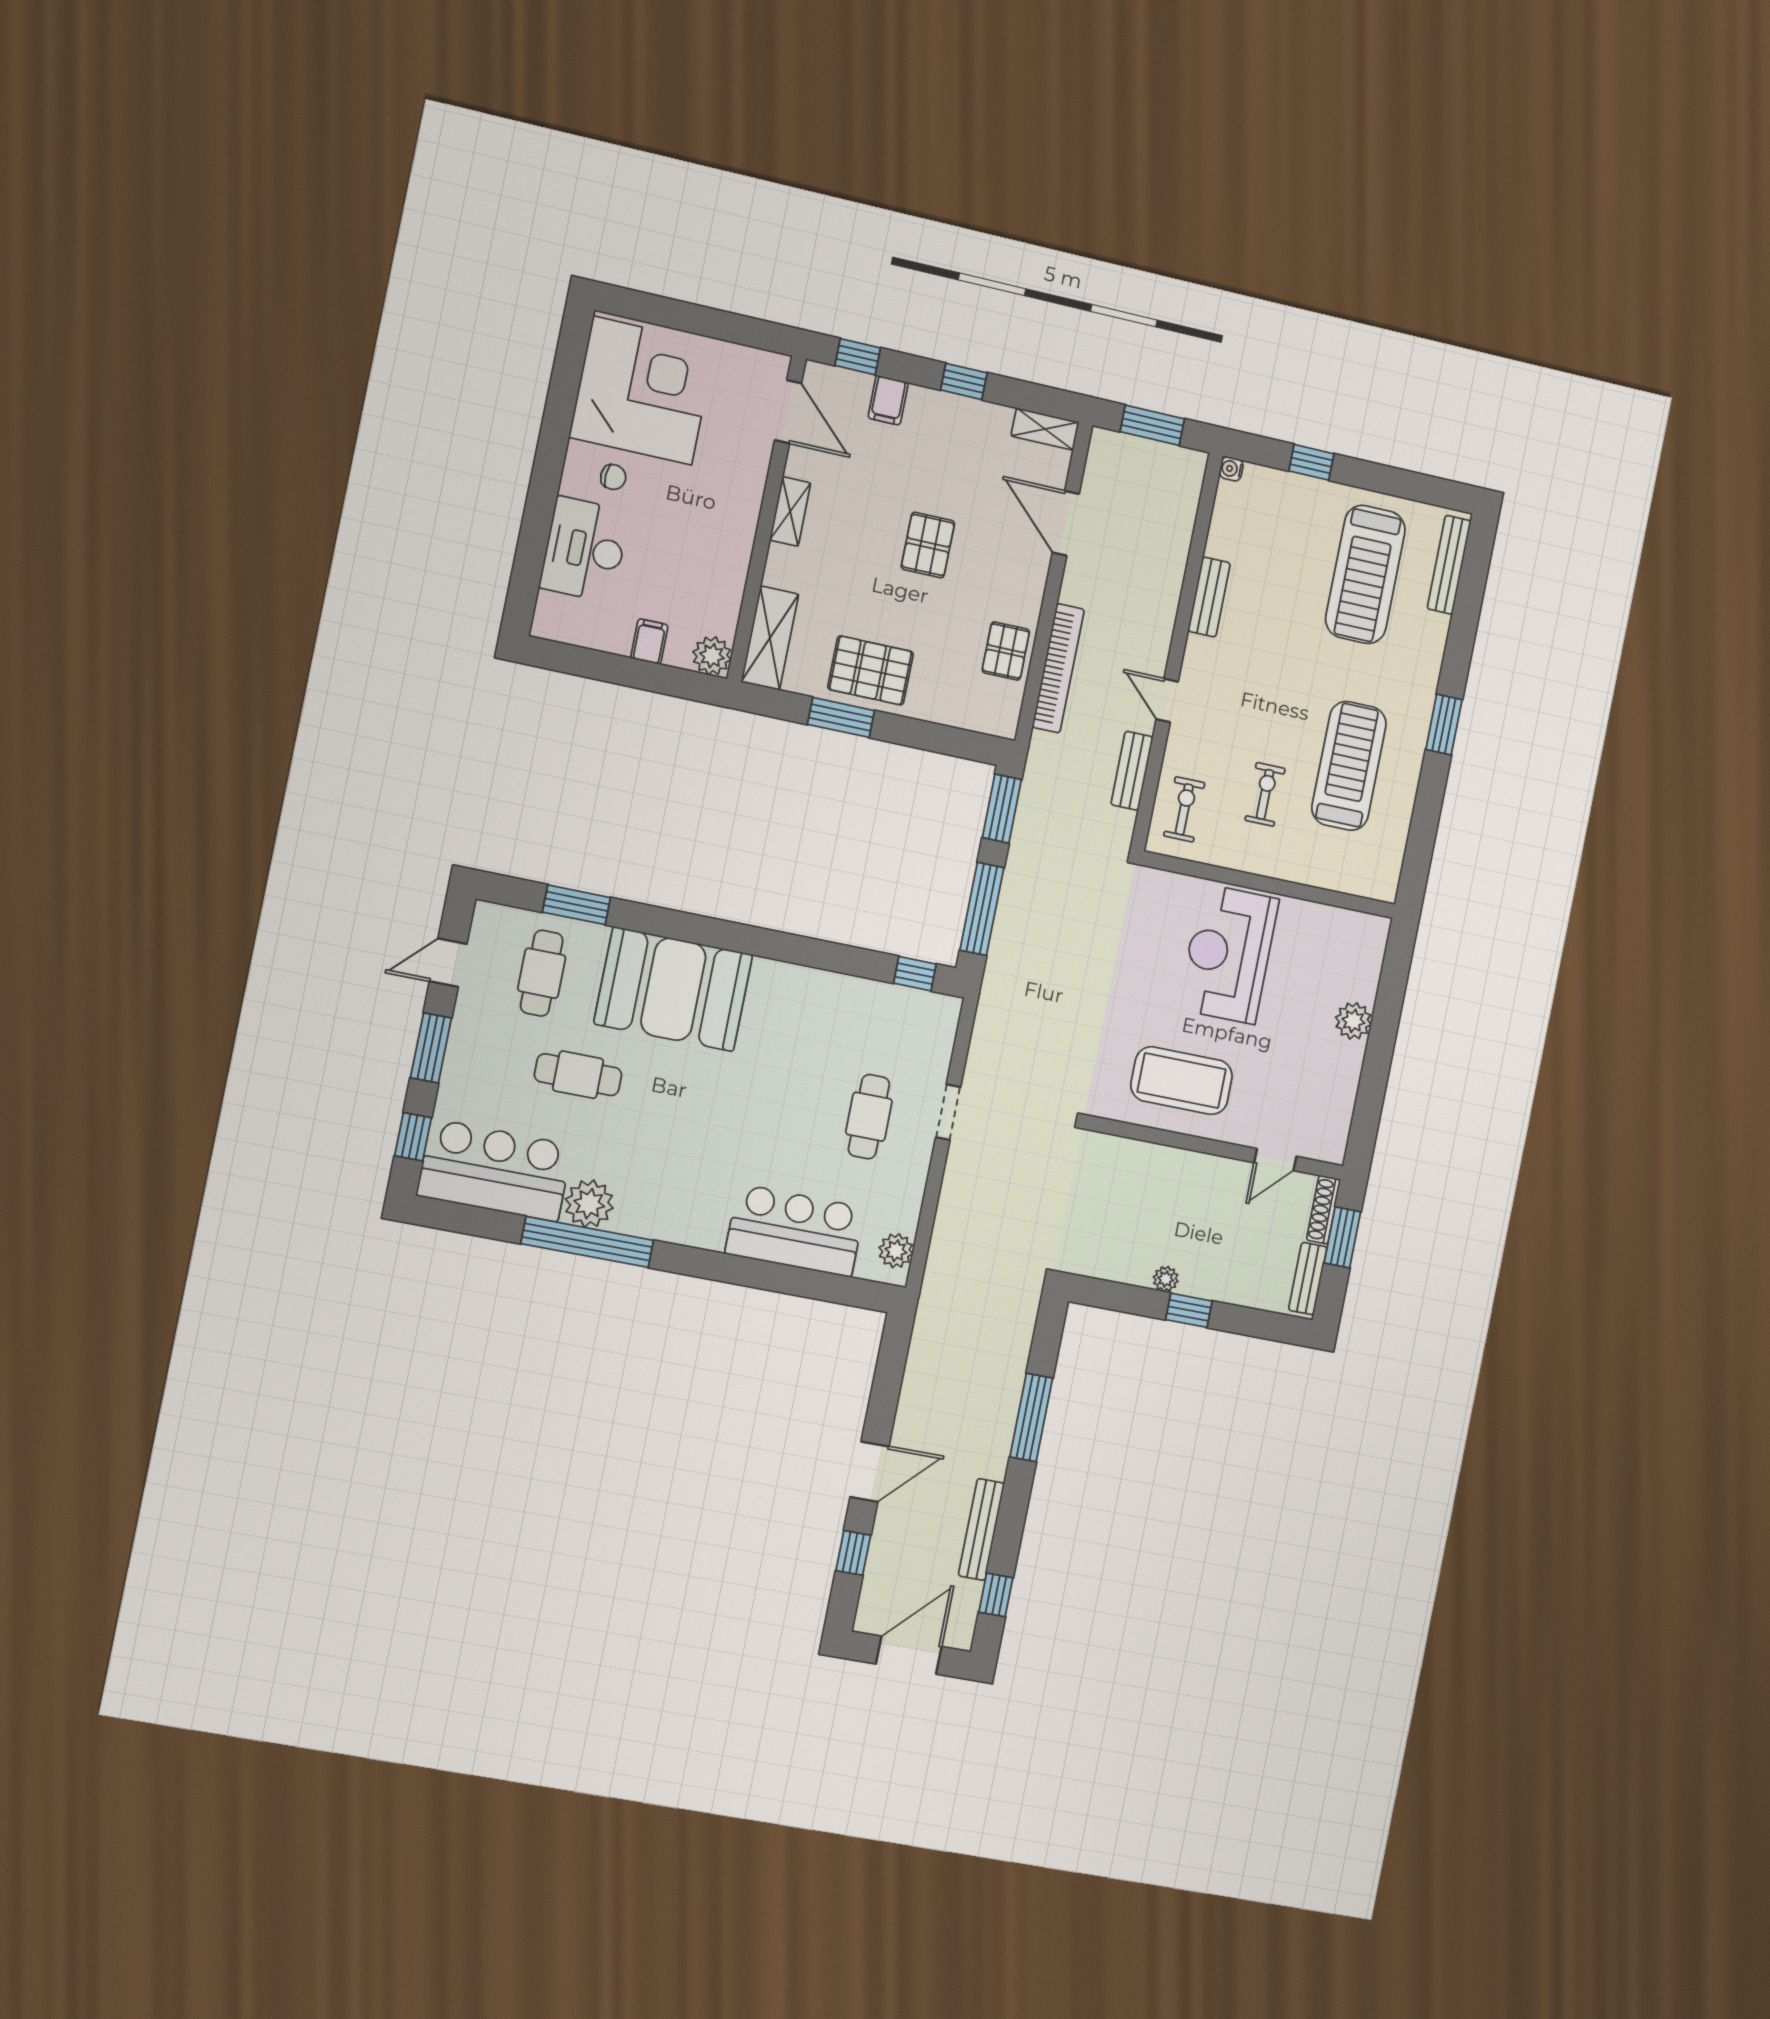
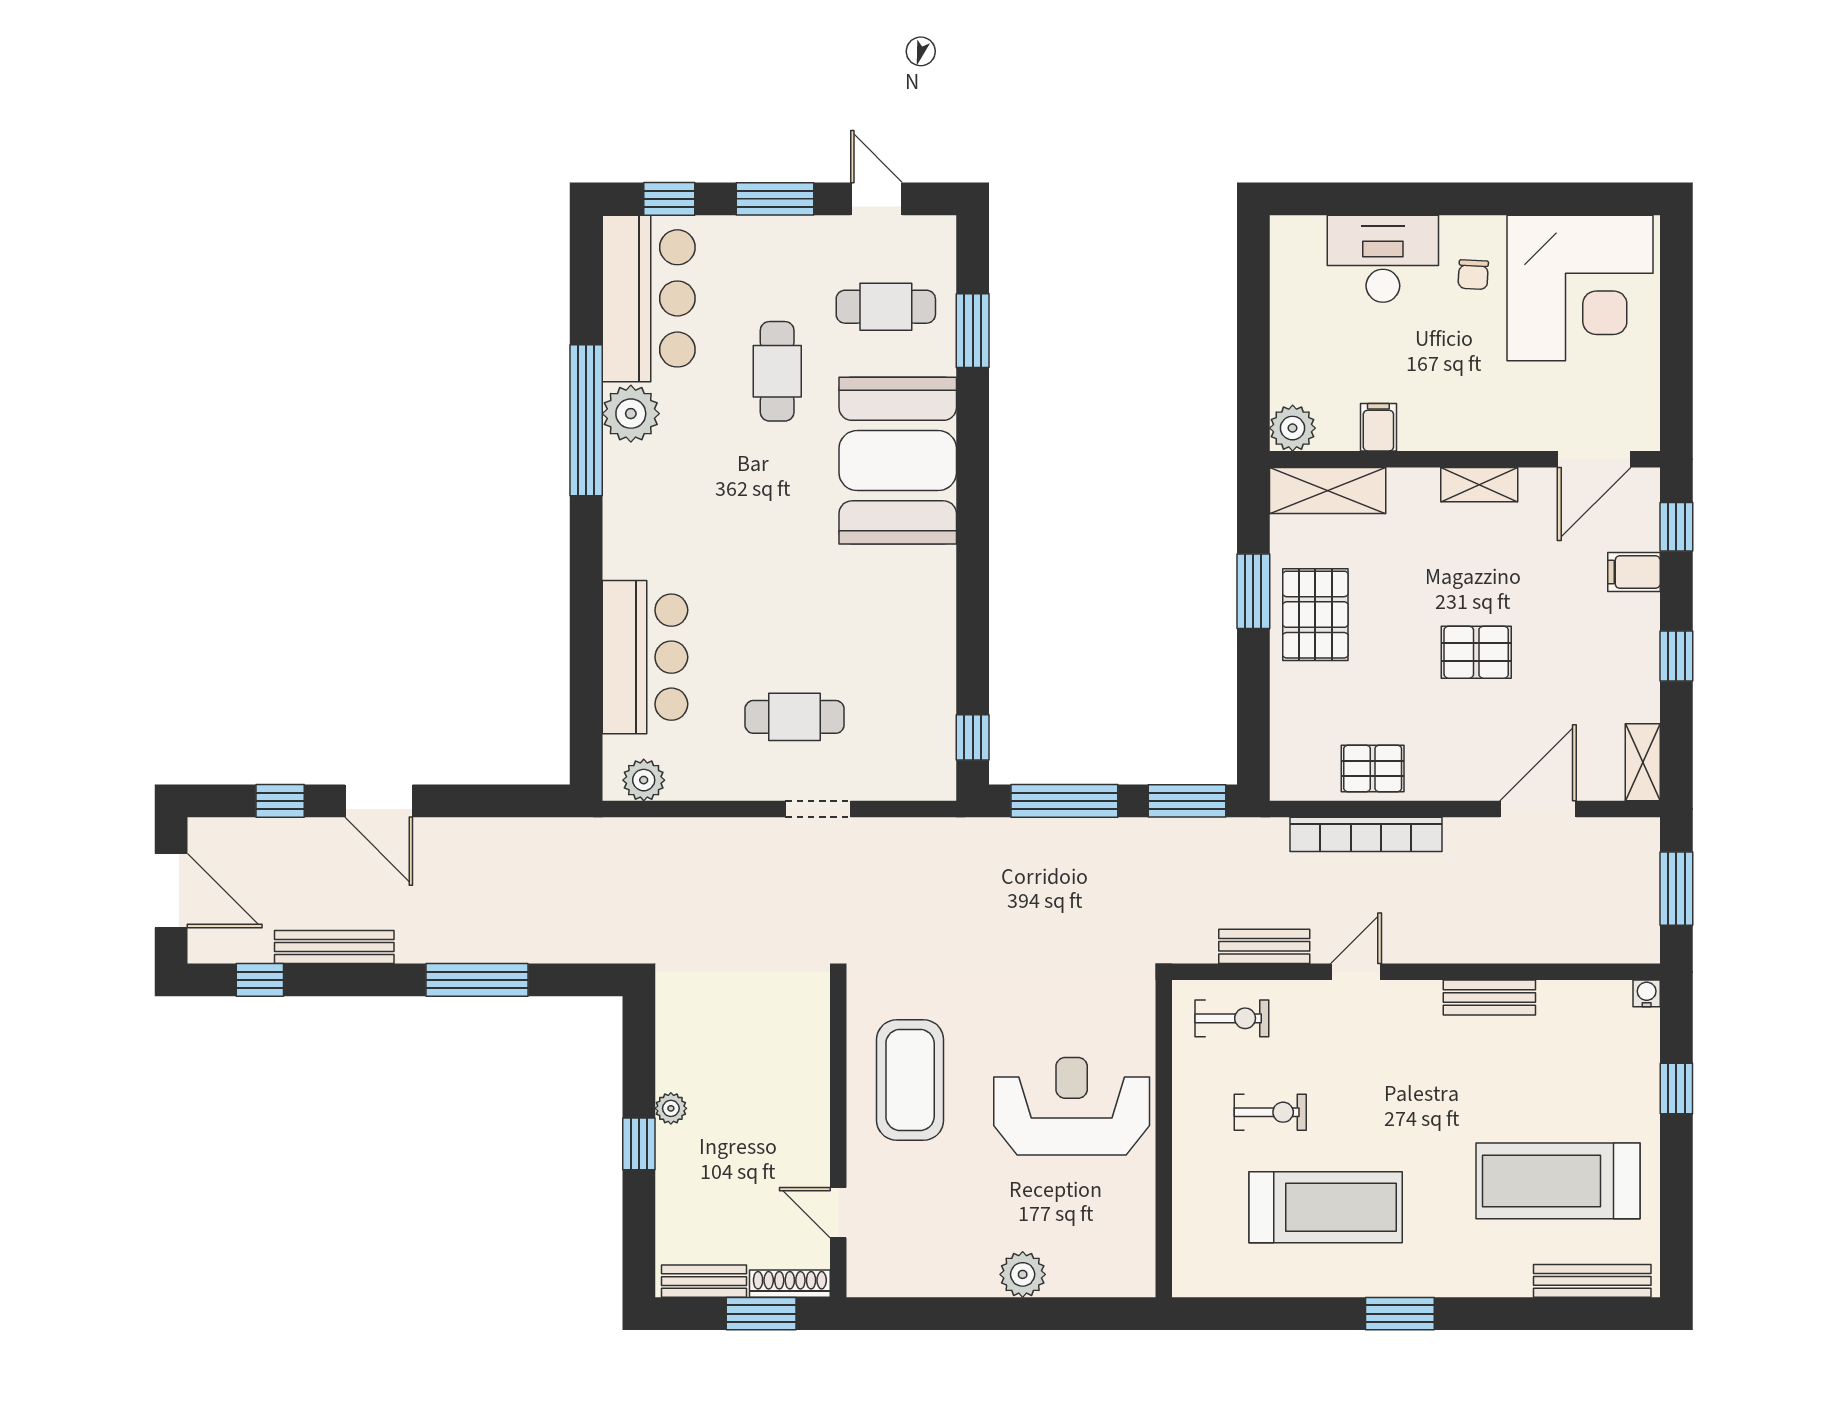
filing cabinet: (649, 641) -> (1378, 427), moved, turned -90

